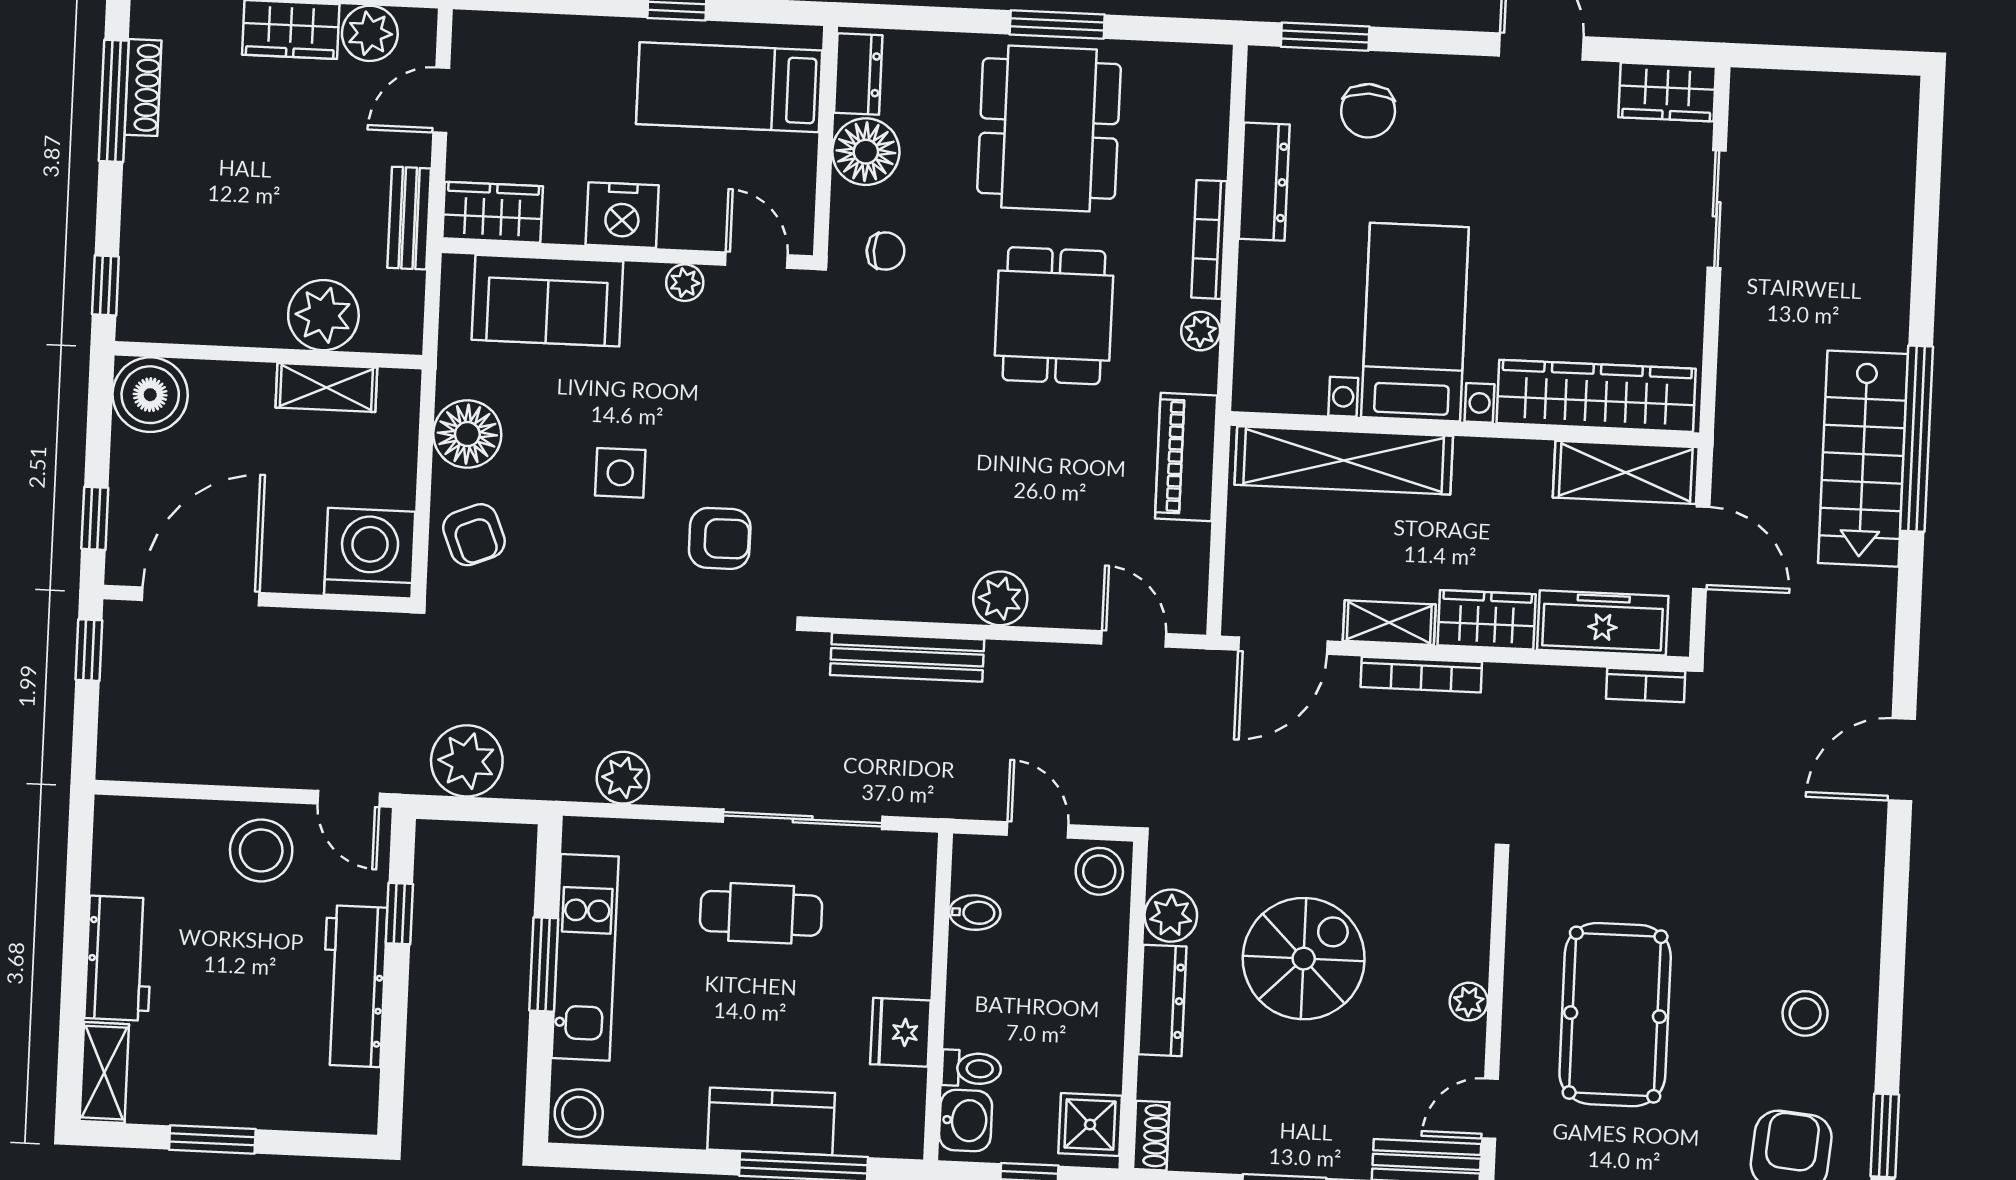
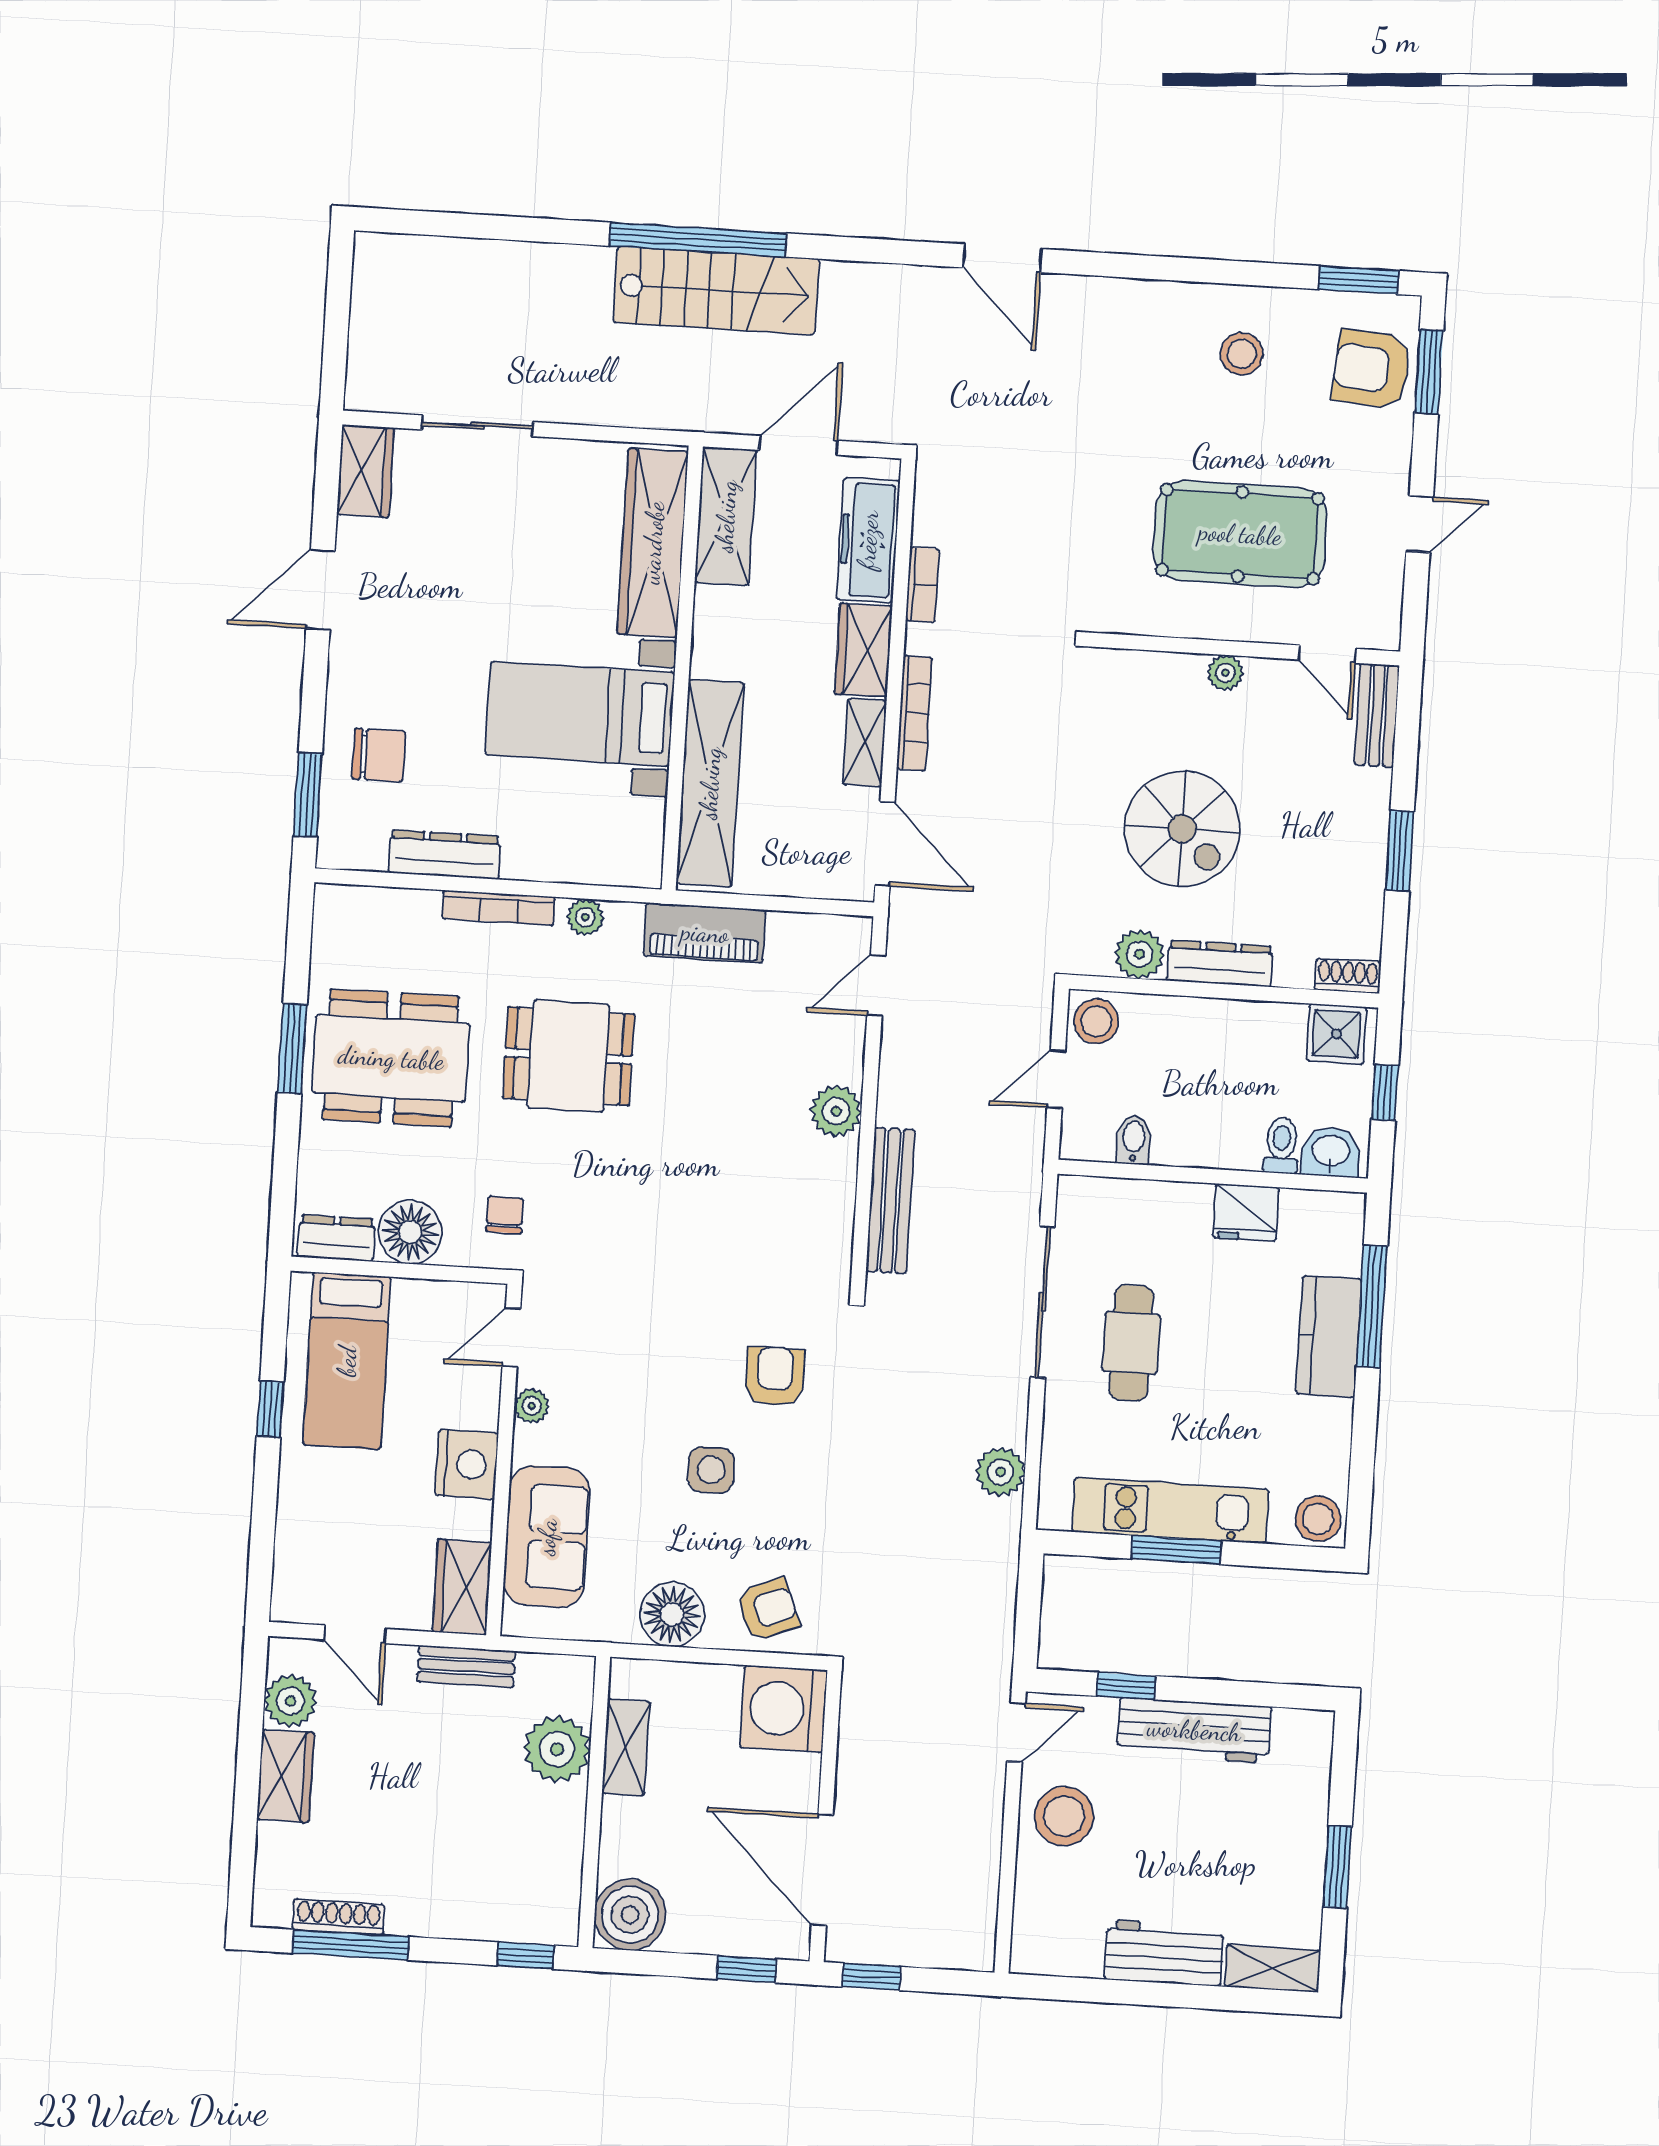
bookcase: (1646, 685) -> (923, 585), moved
plant: (467, 761) -> (982, 1620), removed
spiral stairs: (1304, 959) -> (1182, 829), turned 180

